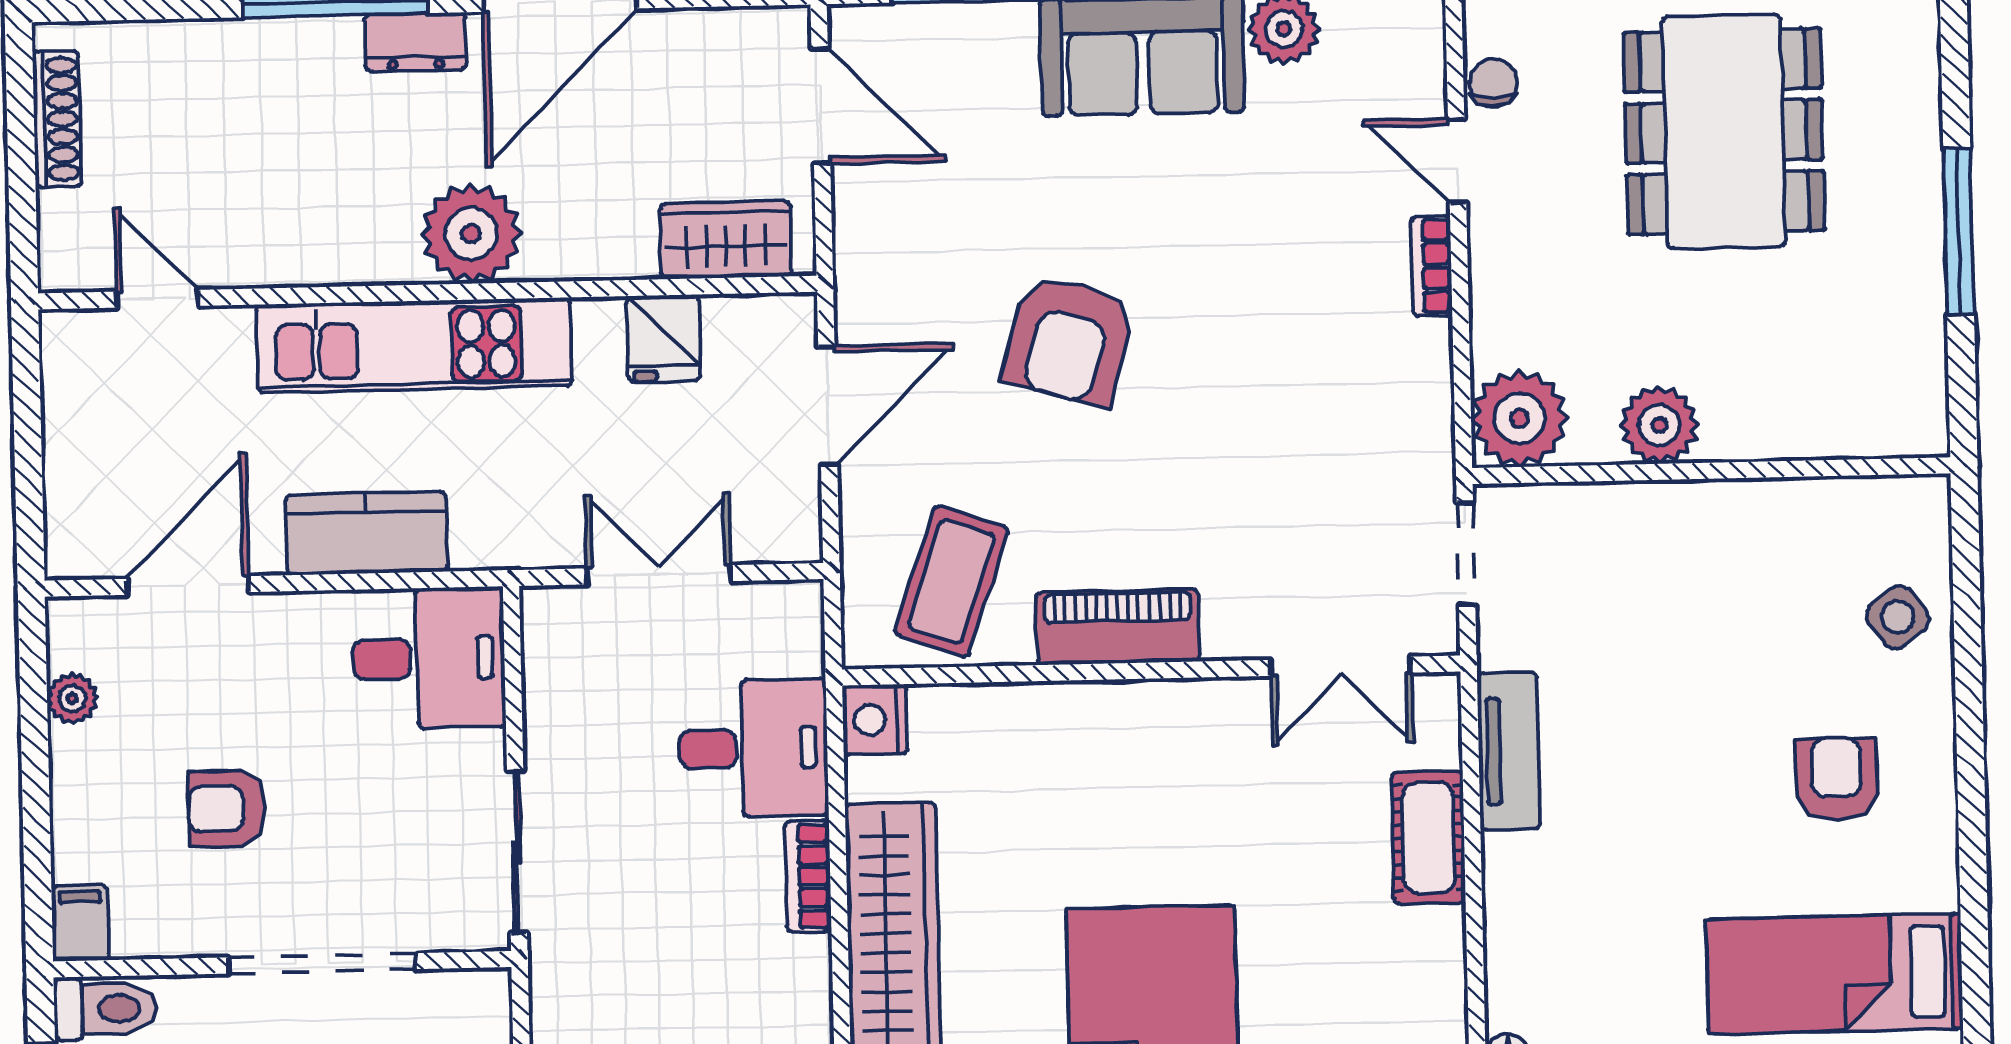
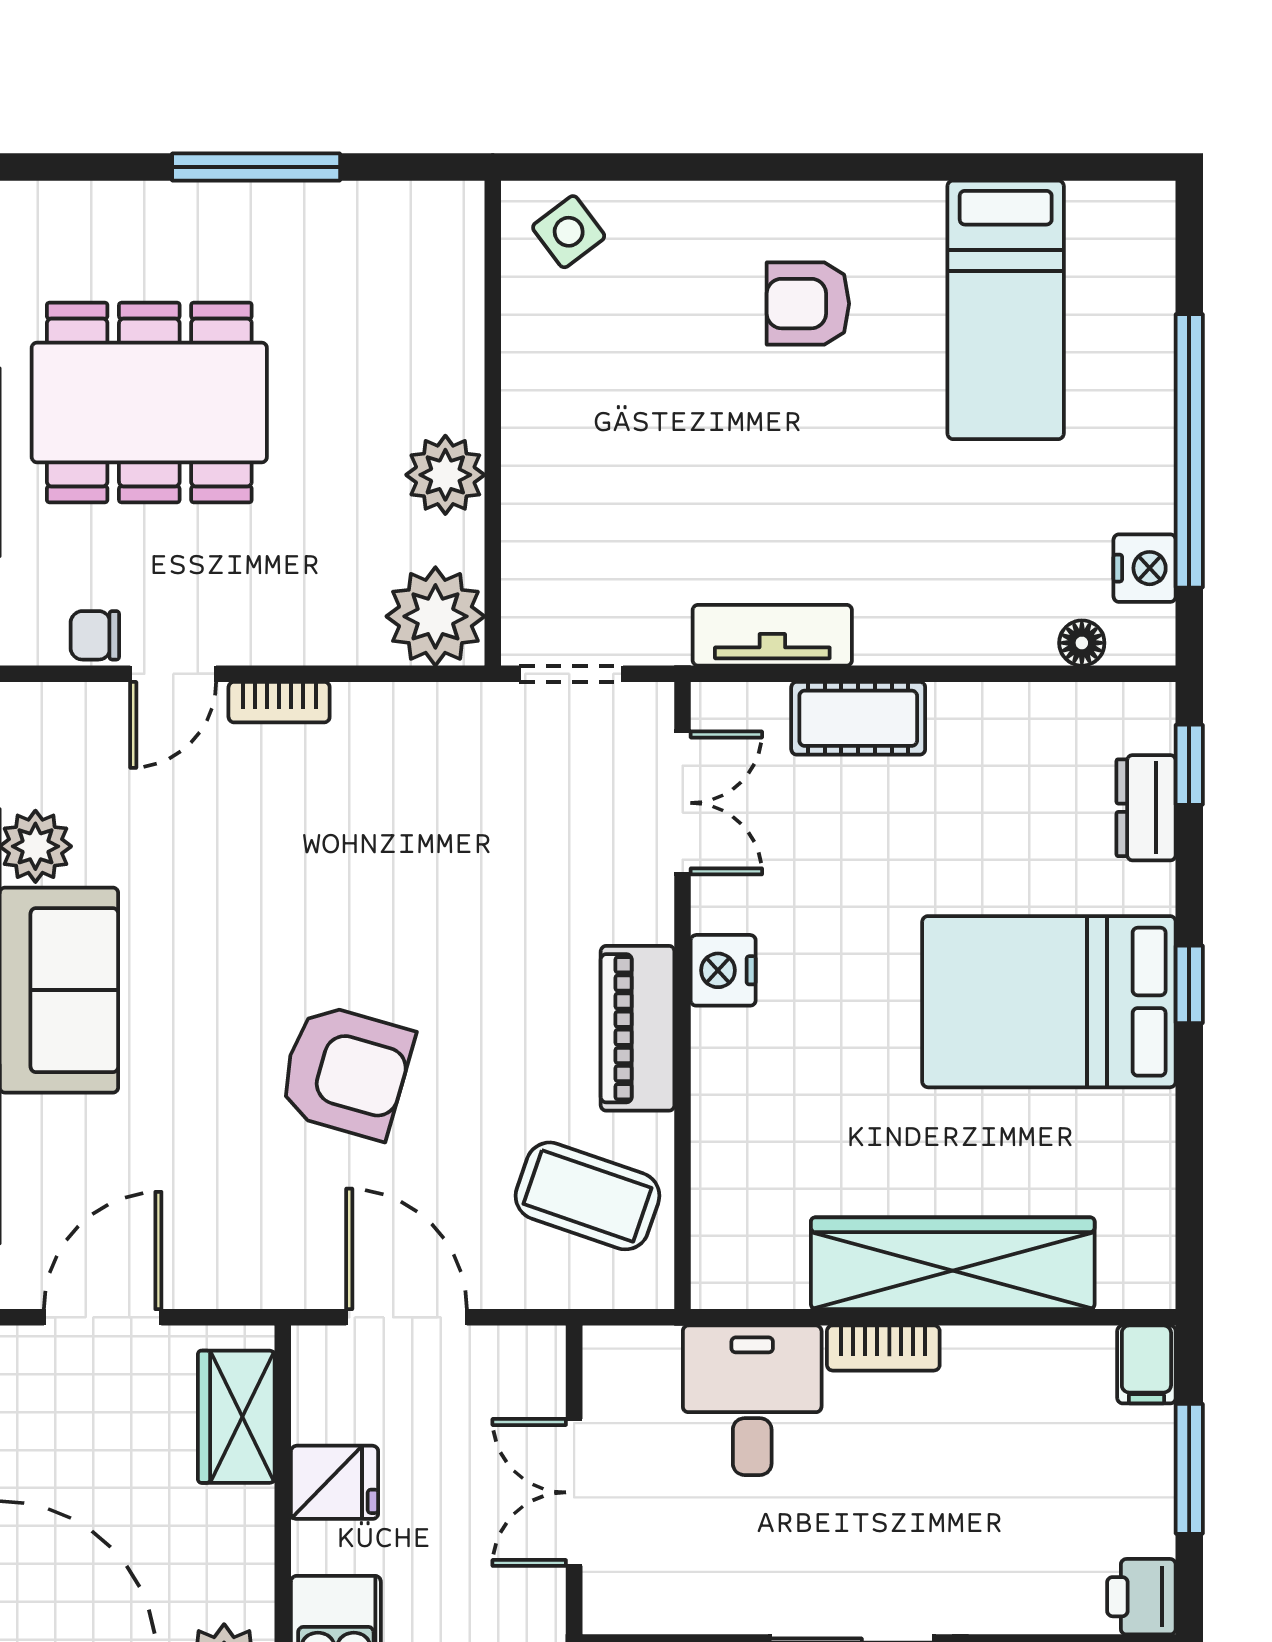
side table: (1898, 617) -> (569, 232), moved
nightstand: (875, 720) -> (723, 970), moved, turned 90

